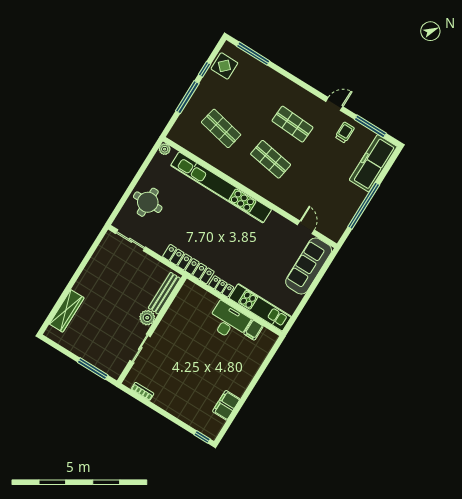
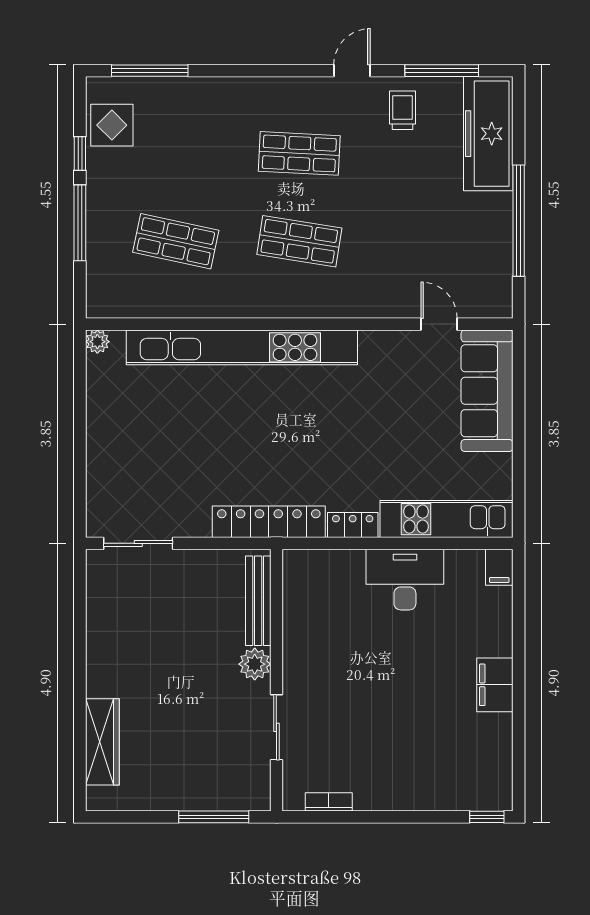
round table: (148, 202) -> (126, 456), removed
filing cabinet: (253, 330) -> (499, 567), moved
filing cabinet: (226, 405) -> (495, 685), moved

